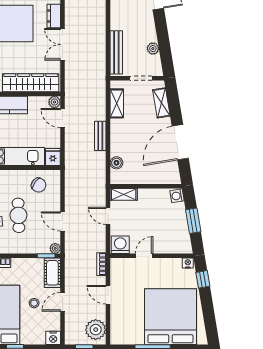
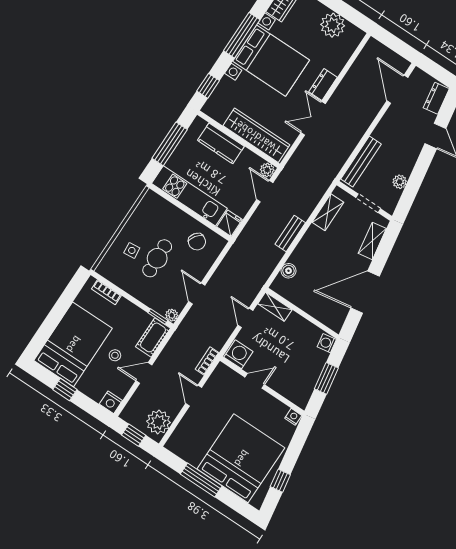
window: (203, 279) -> (280, 481), moved

